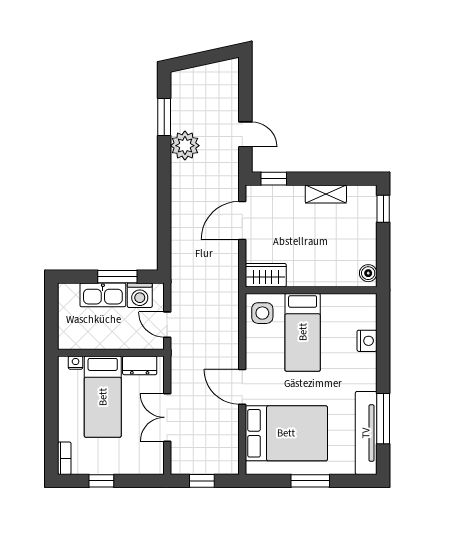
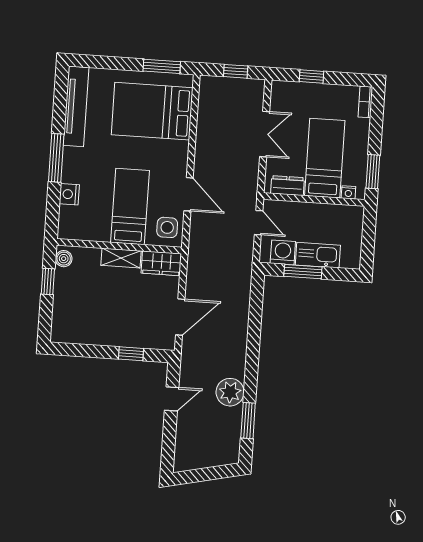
door: (245, 134) -> (172, 399), swing flipped
window: (274, 179) -> (131, 354), moved
shelving: (326, 194) -> (121, 258), moved
window: (383, 209) -> (48, 282), moved
window: (51, 386) -> (373, 172), added
door: (242, 387) -> (189, 194), moved
window: (383, 419) -> (56, 158), moved
window: (101, 481) -> (311, 77), moved
window: (310, 481) -> (162, 66), moved

